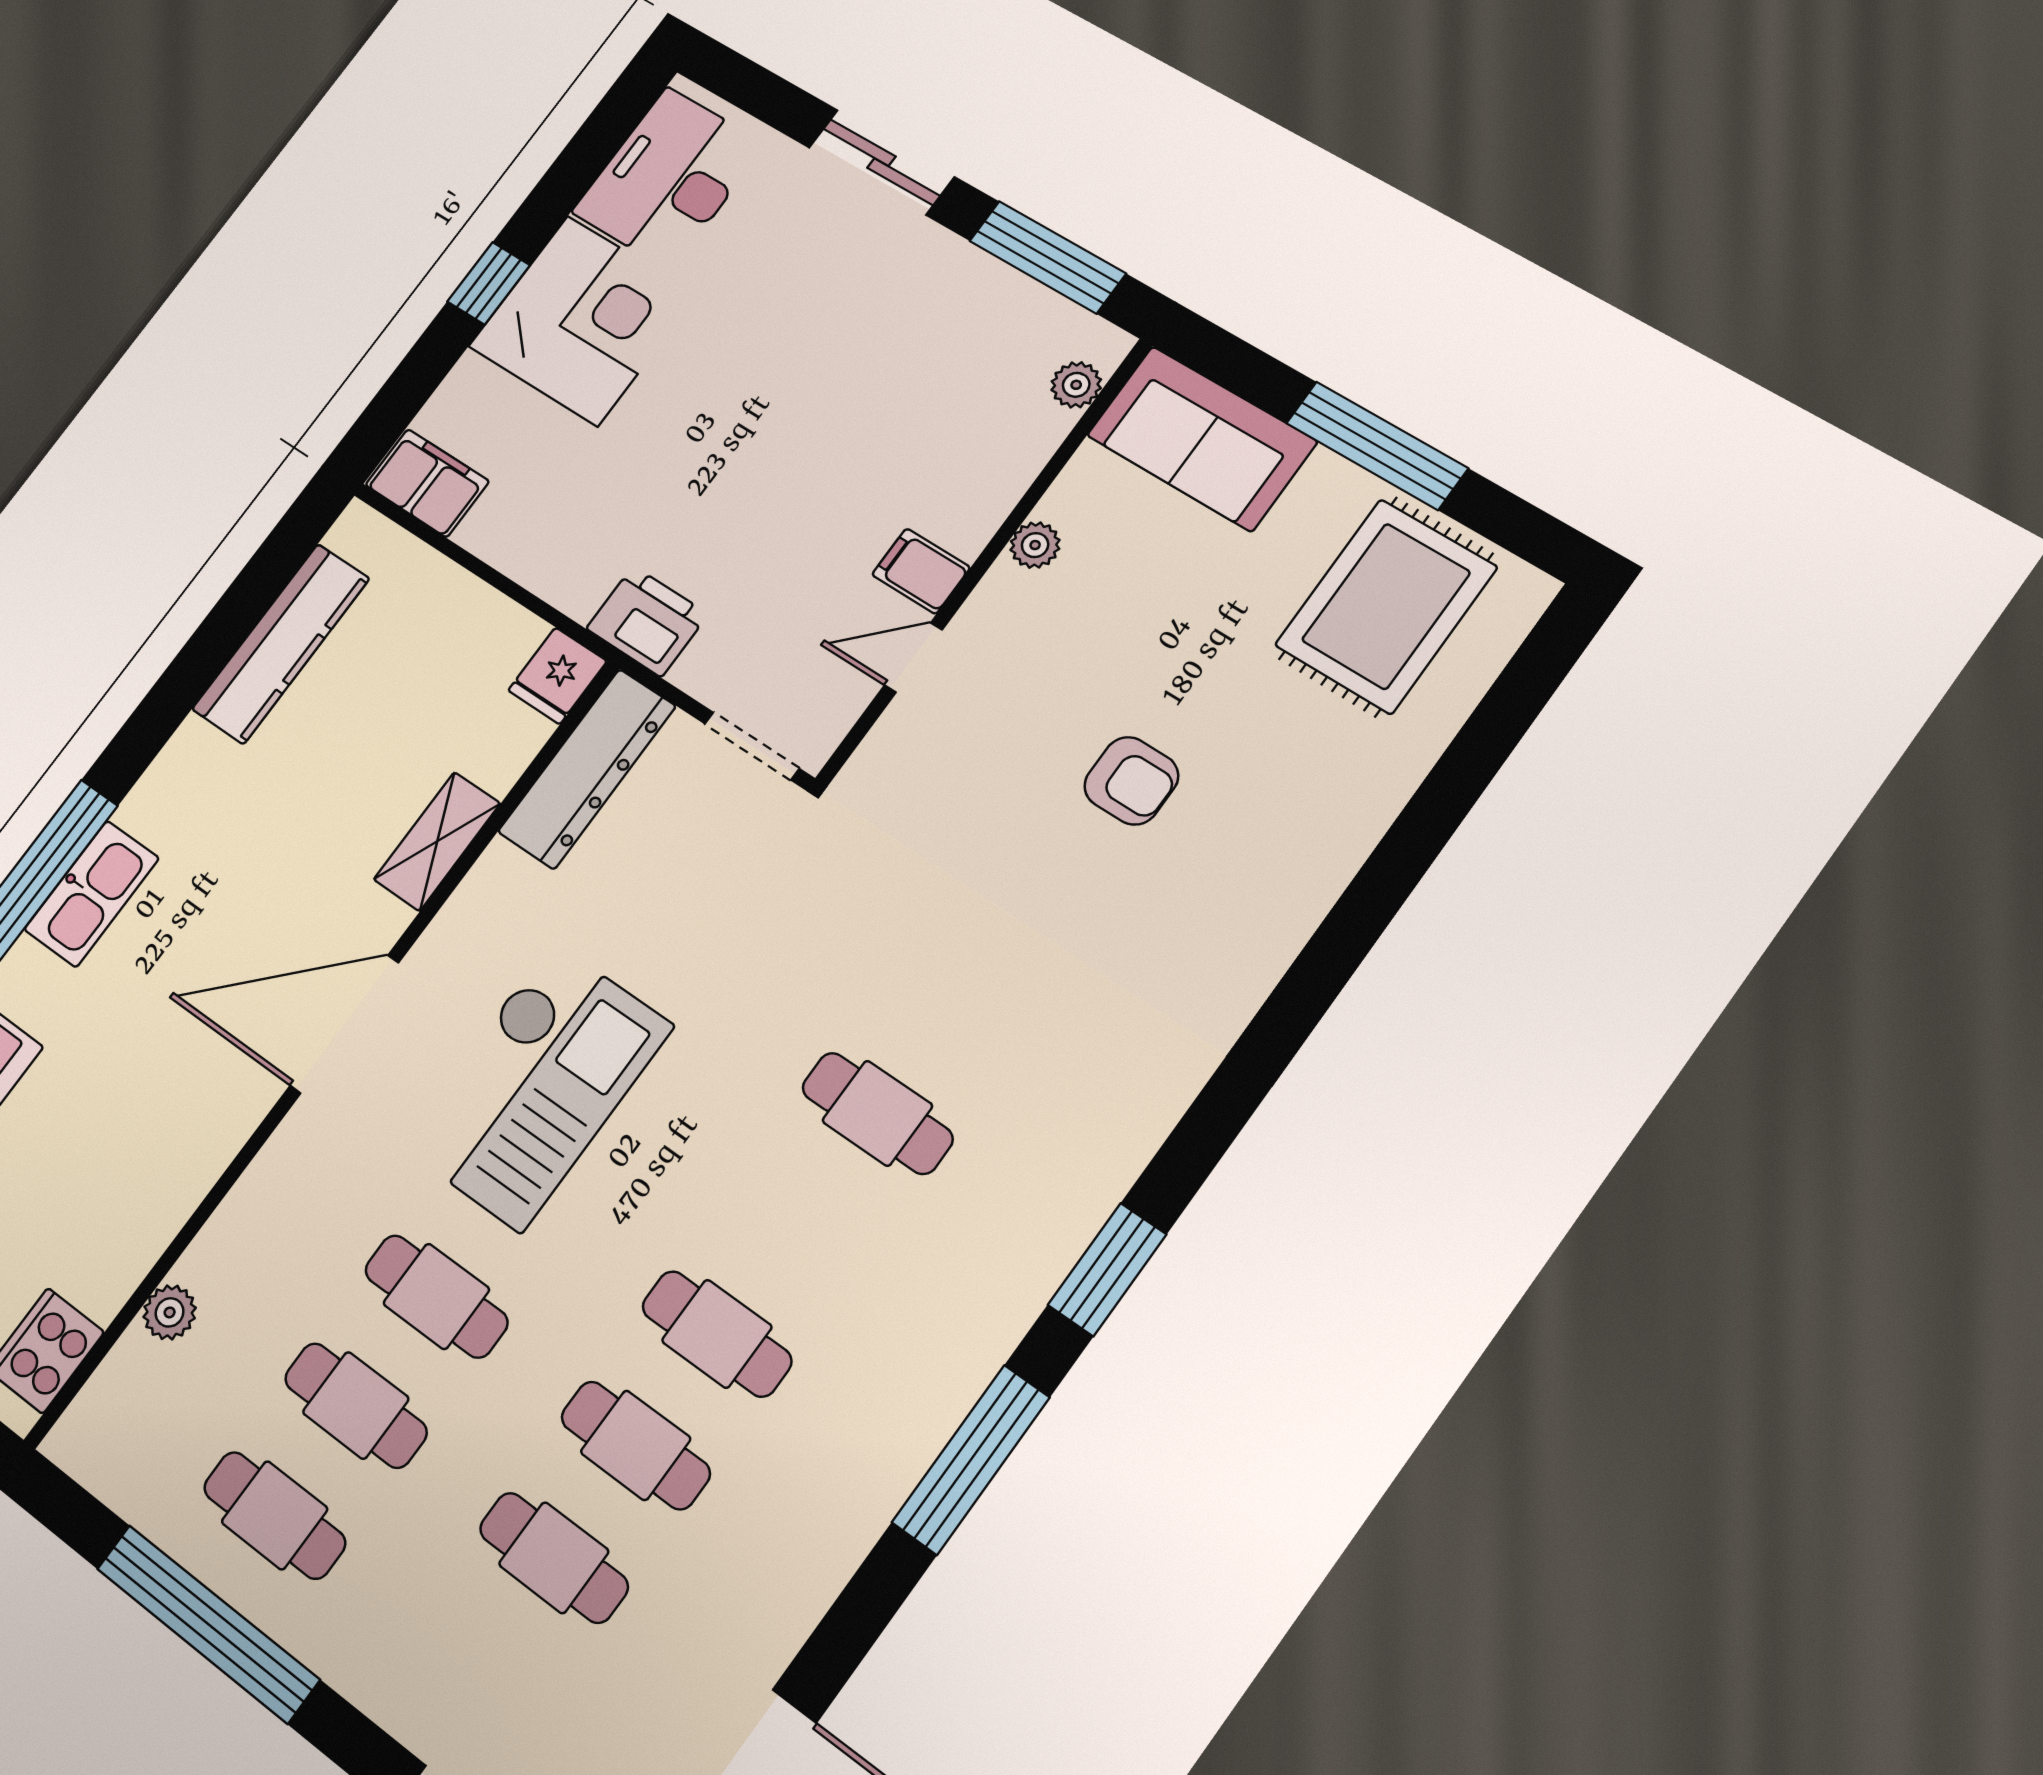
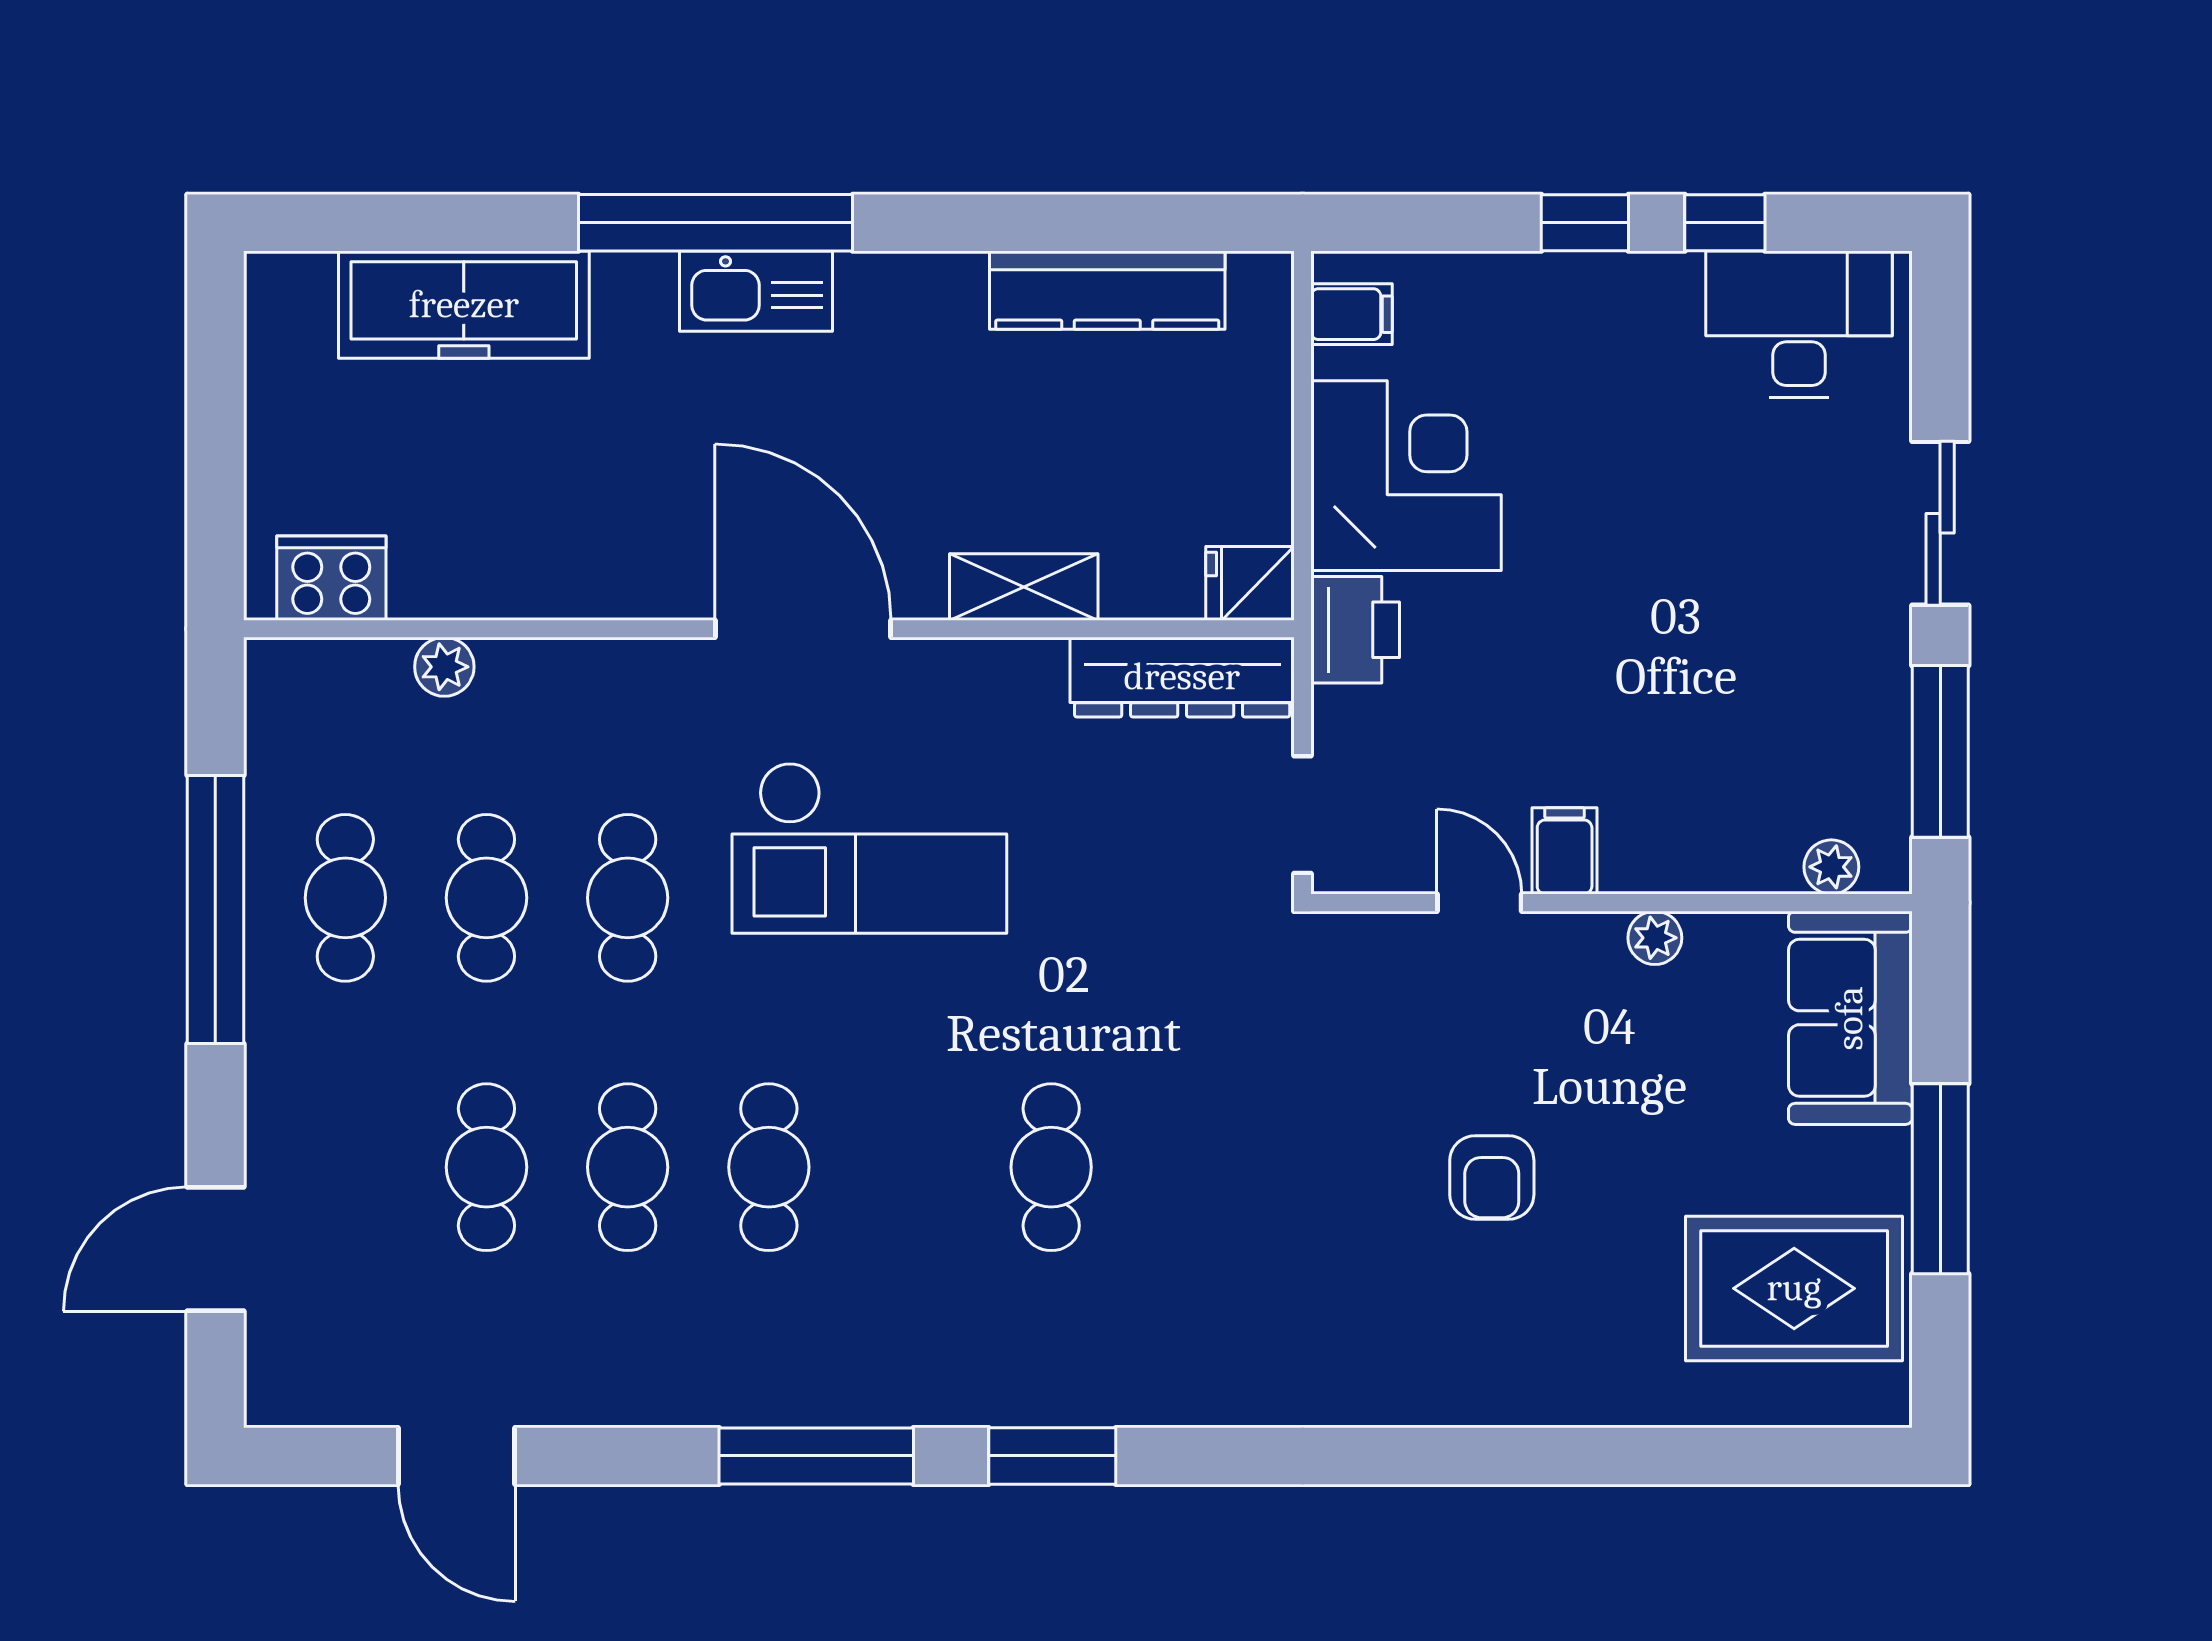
window: (561, 188) -> (1725, 223), added
corner desk: (583, 321) -> (1406, 476), moved, turned -90
filing cabinet: (427, 483) -> (1352, 314), width x0.50

